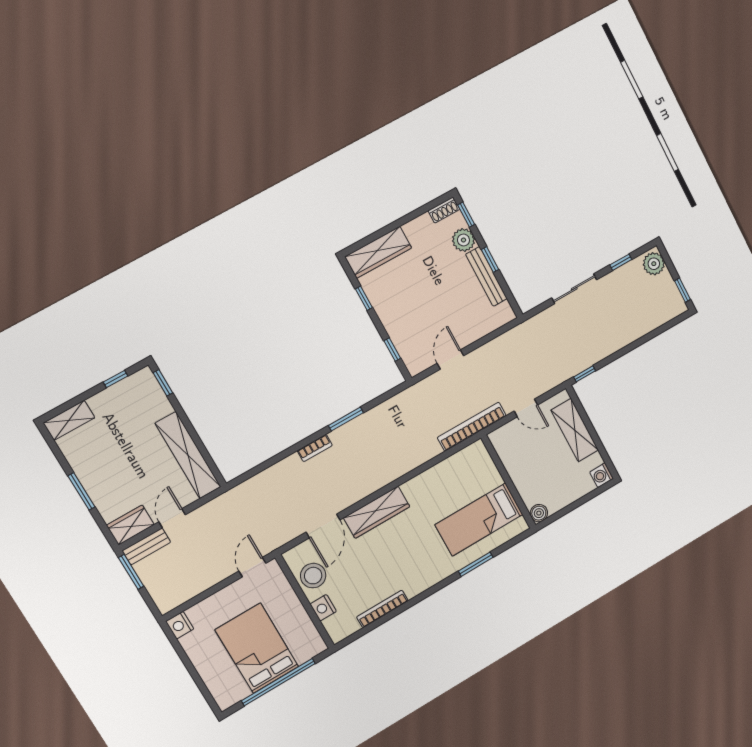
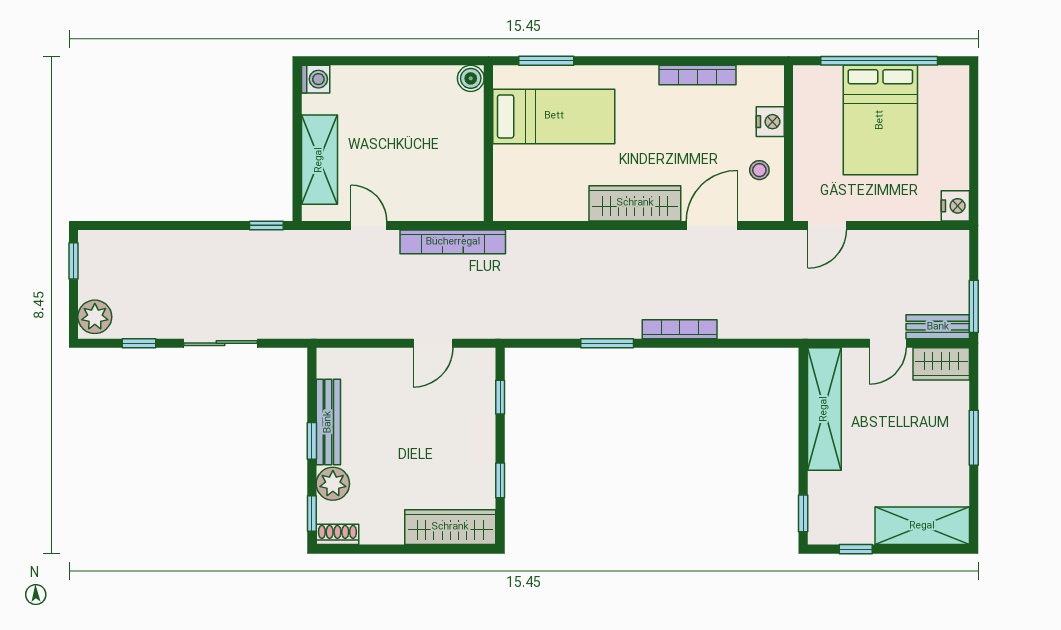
shelving: (69, 420) -> (922, 526), width x1.50, depth x1.33
bookcase: (315, 448) -> (680, 329), width x1.56
wall: (508, 482) -> (488, 143), moved
boiler: (539, 513) -> (471, 78), moved
bed: (479, 520) -> (554, 116), moved
stool: (313, 576) -> (759, 170), width x0.53, depth x0.53

